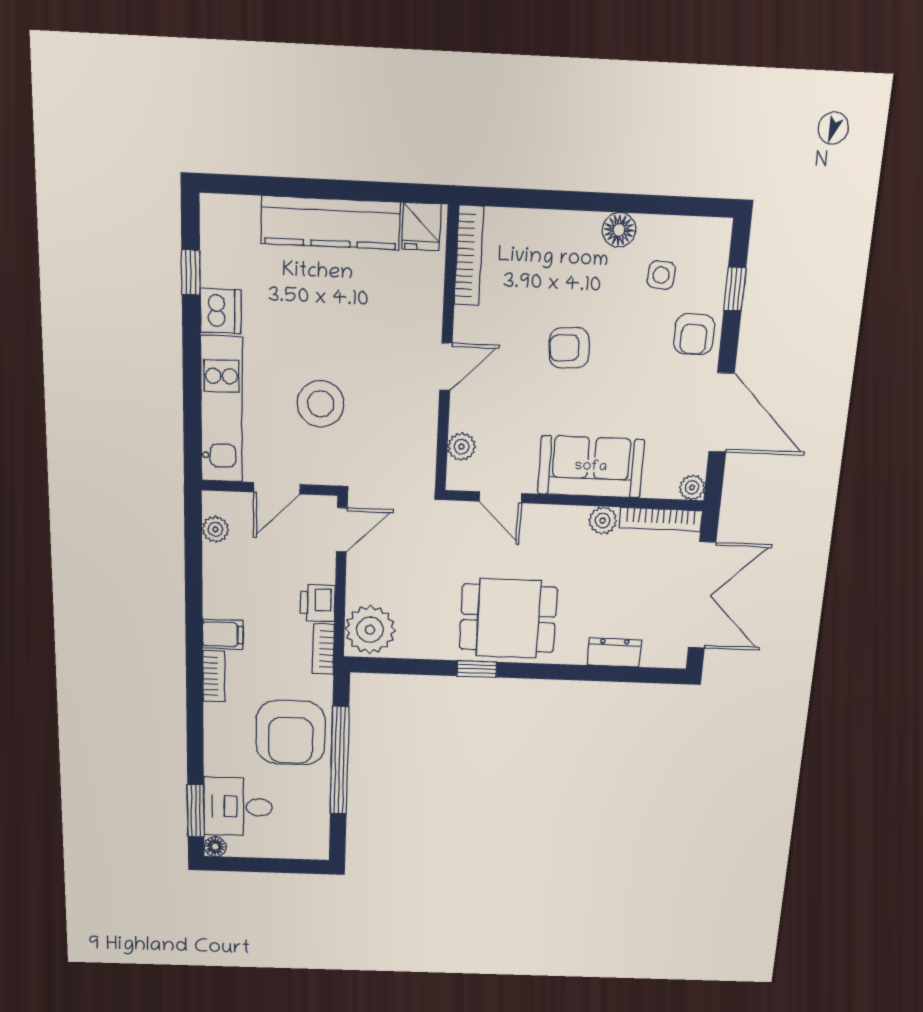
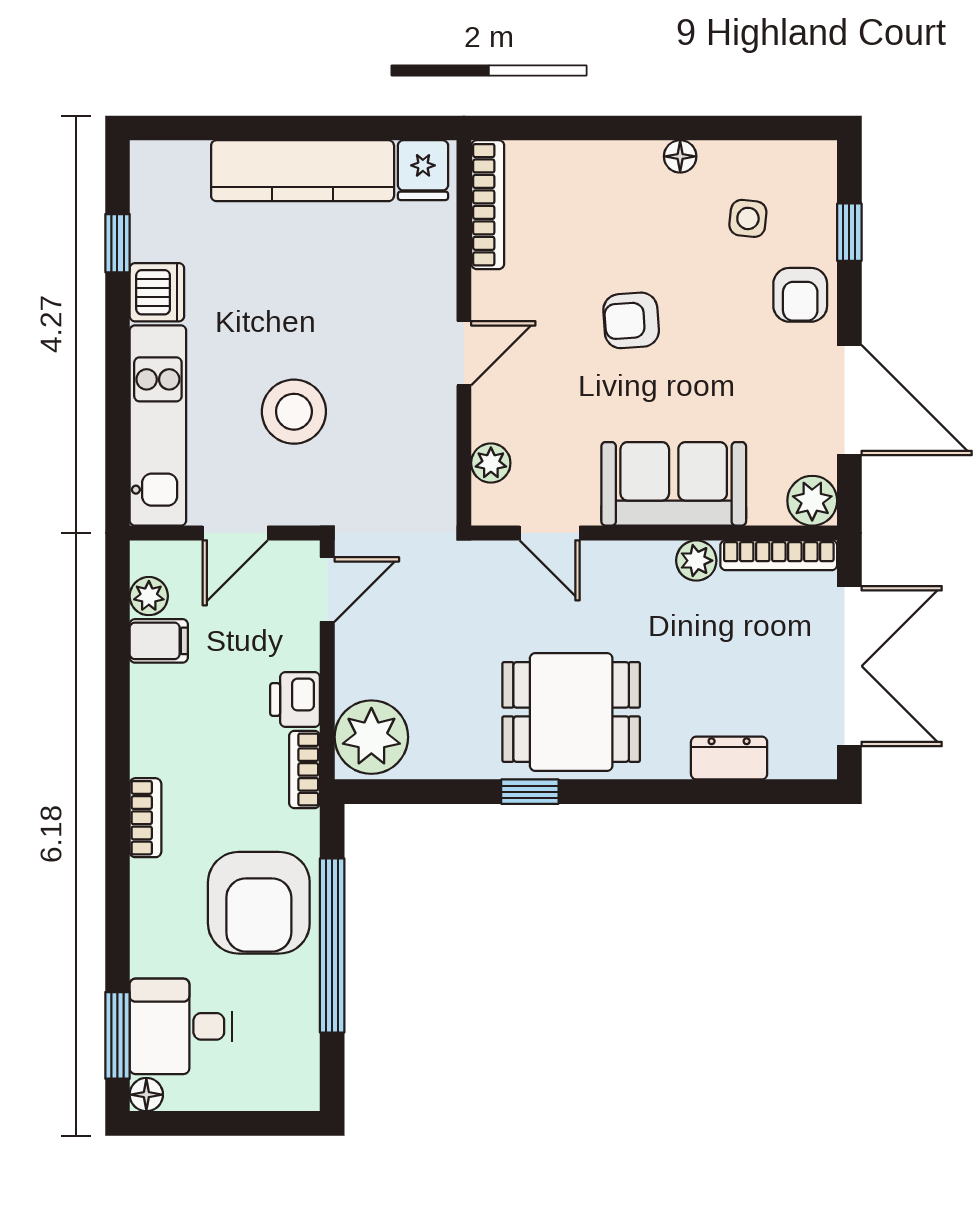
floor lamp: (619, 230) -> (680, 156), width x0.73, depth x0.73
plant: (692, 487) -> (812, 501), width x1.38, depth x1.38
filing cabinet: (223, 634) -> (159, 641), moved

